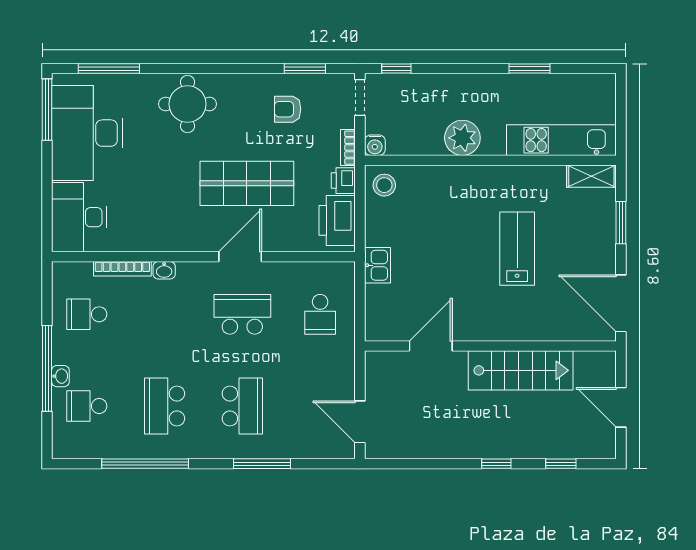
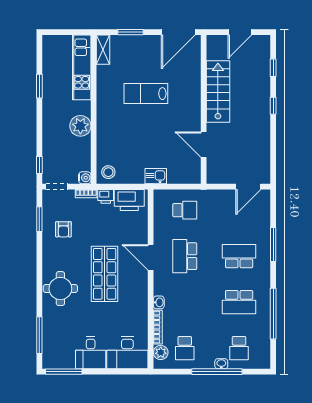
desk: (87, 133) -> (91, 353), width x0.53, depth x0.77
shop shelf: (247, 183) -> (105, 274), moved
plant: (79, 274) -> (161, 352), added

